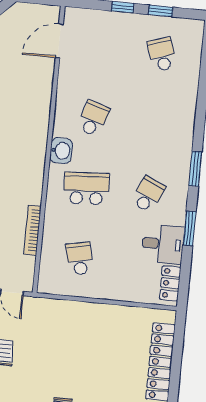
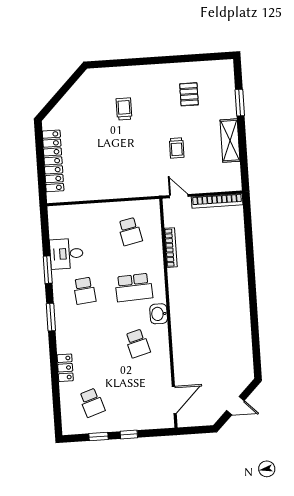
school desk: (93, 118) -> (137, 343), turned -33
school desk: (148, 195) -> (84, 291), turned -30
locker: (170, 283) -> (65, 368), moved

